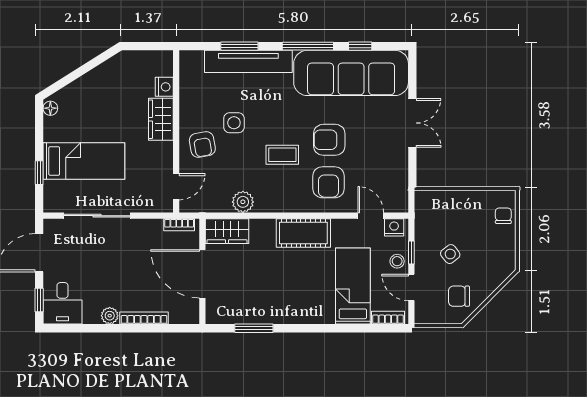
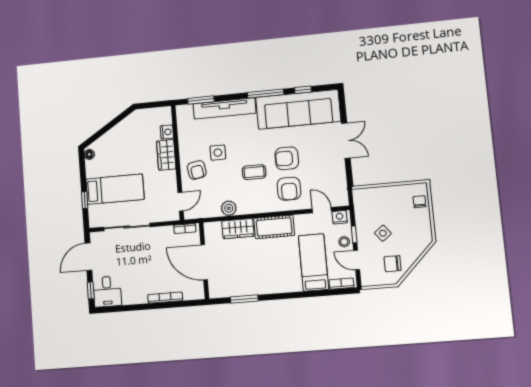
window: (239, 46) -> (201, 100), moved
wardrobe: (227, 231) -> (238, 229), moved
plant: (110, 316) -> (141, 298), removed

